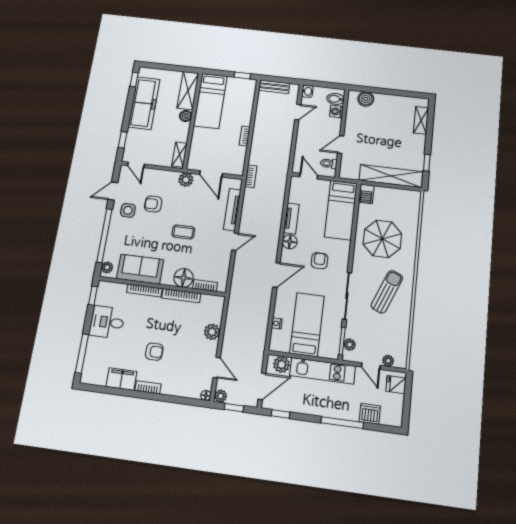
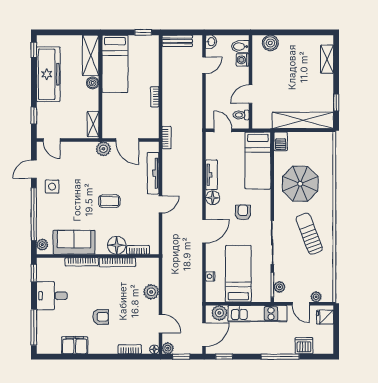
armchair: (153, 204) -> (76, 177), removed
sun lounger: (387, 292) -> (309, 234), turned -43
bookcase: (148, 387) -> (130, 349), moved

